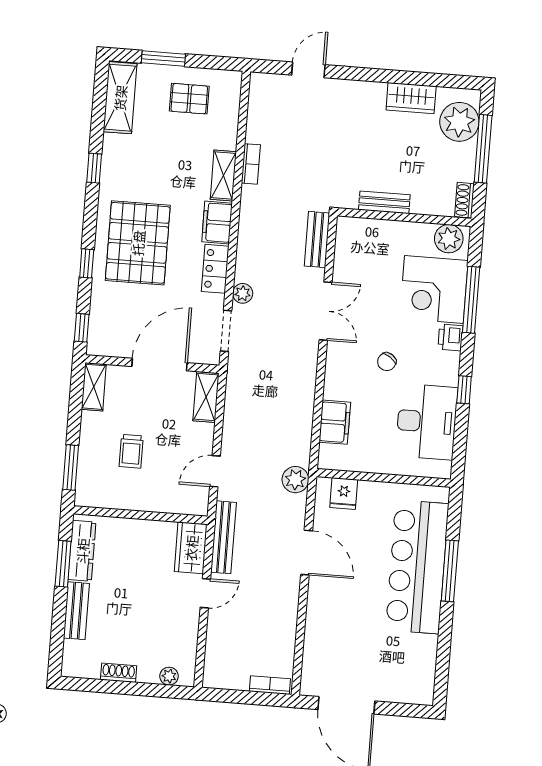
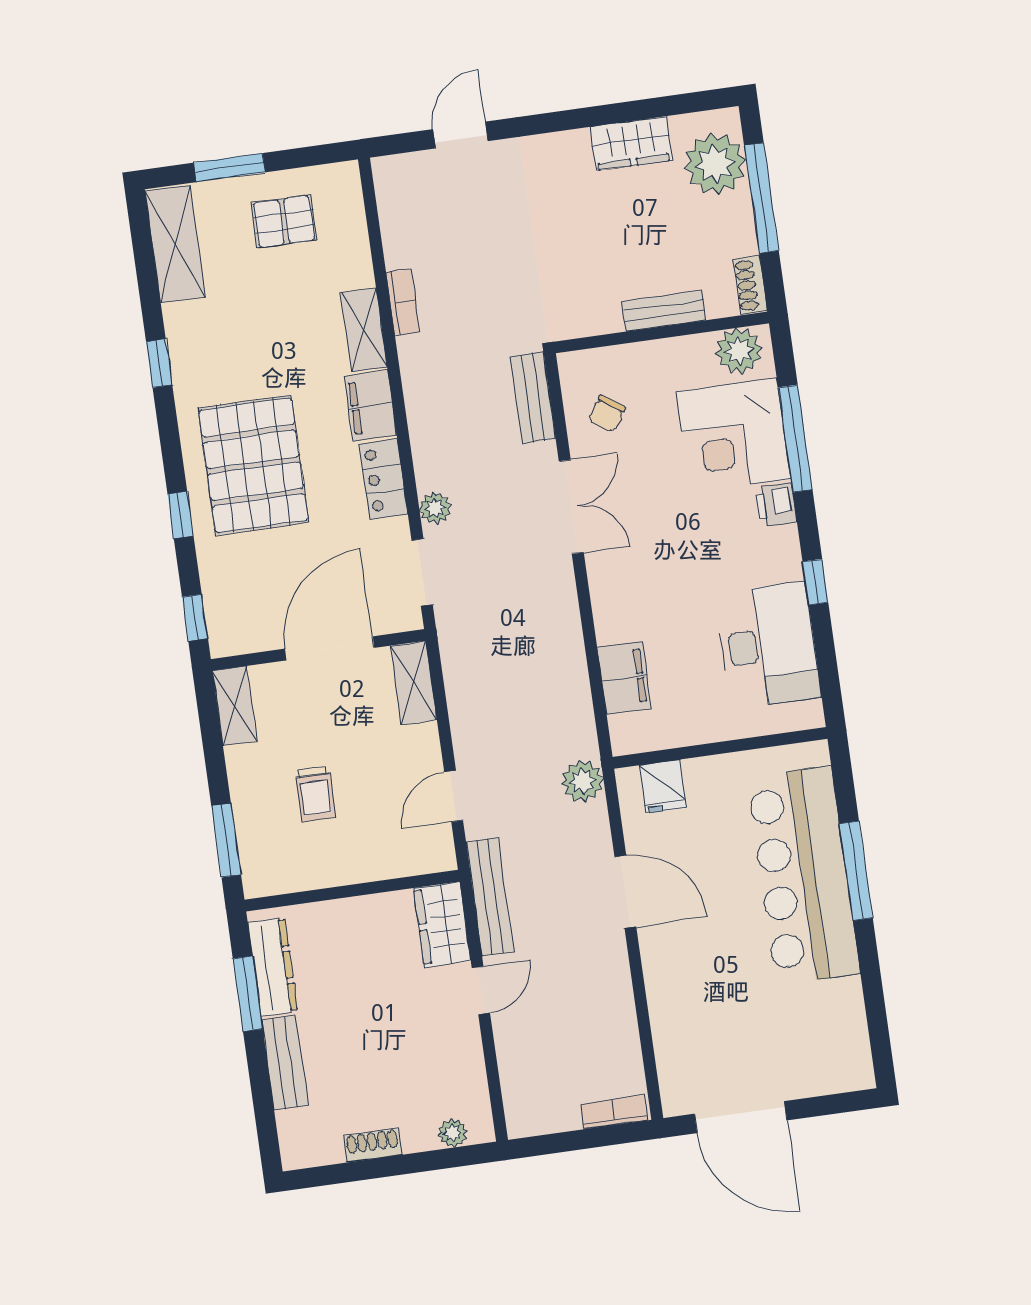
bench: (384, 202) -> (664, 311), moved
chair: (387, 362) -> (607, 414), moved

